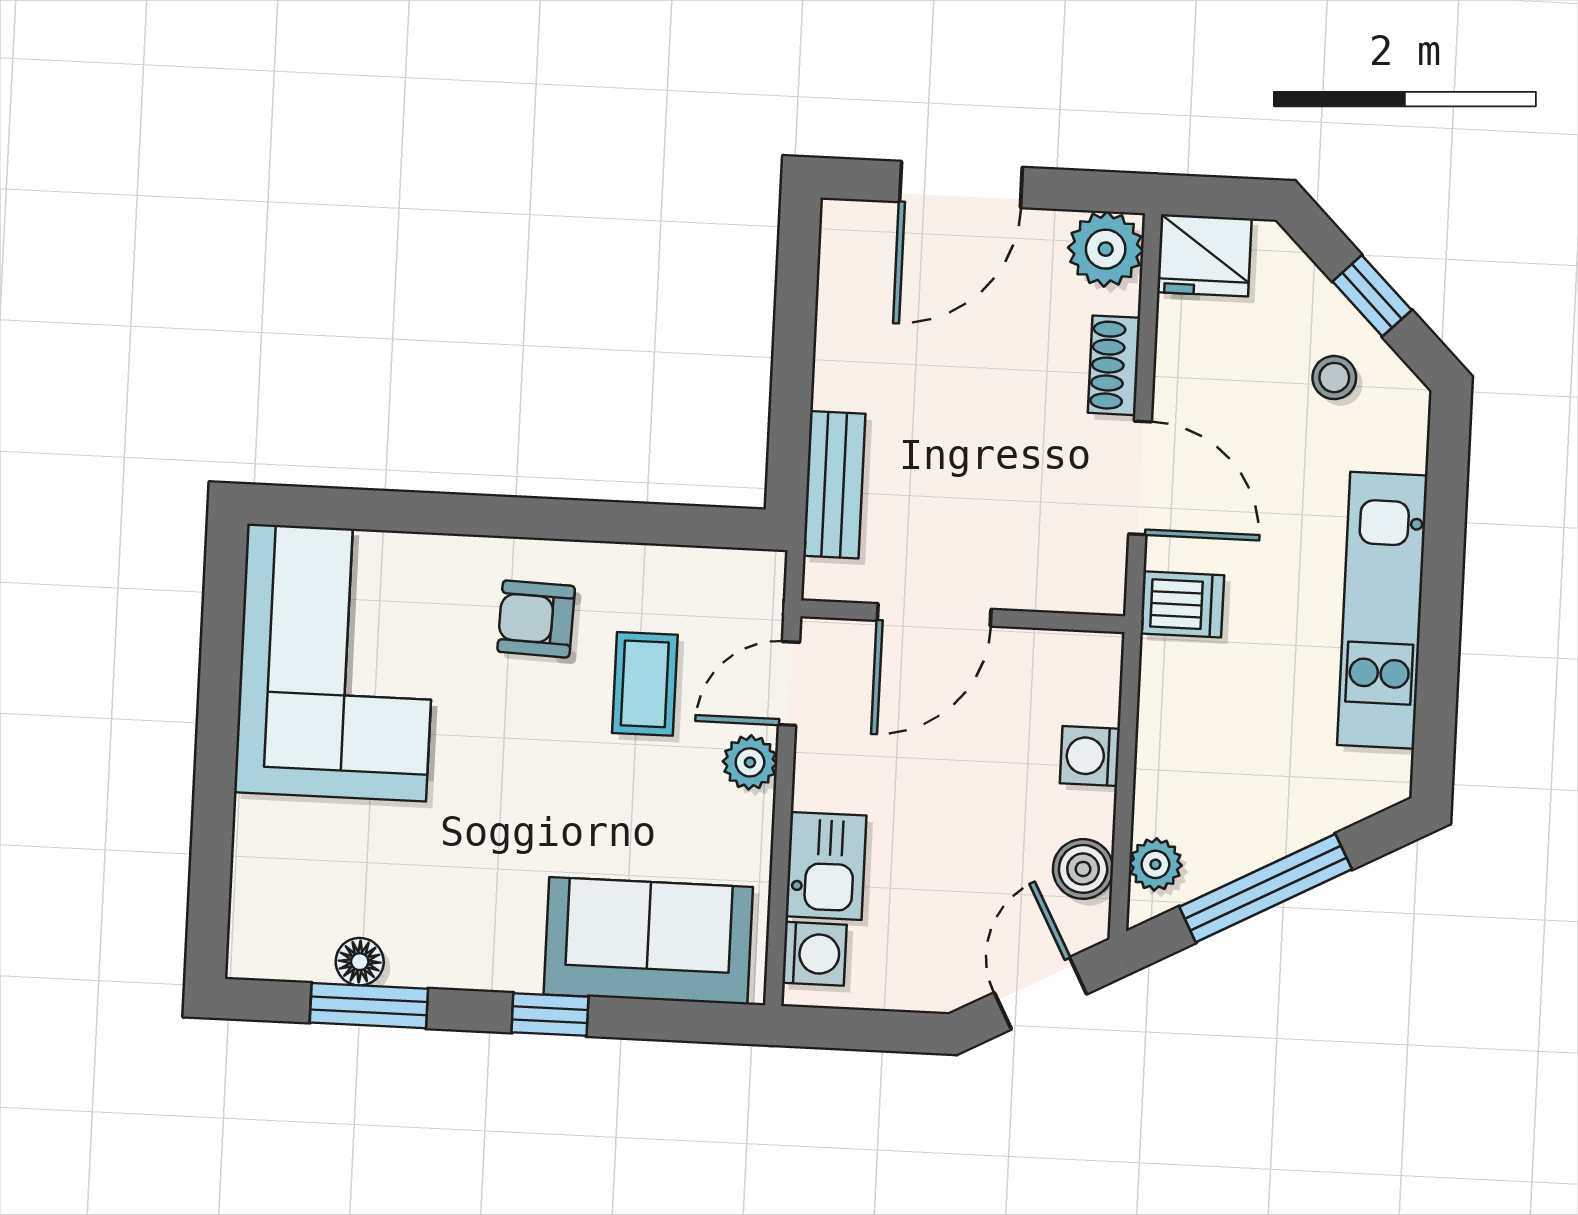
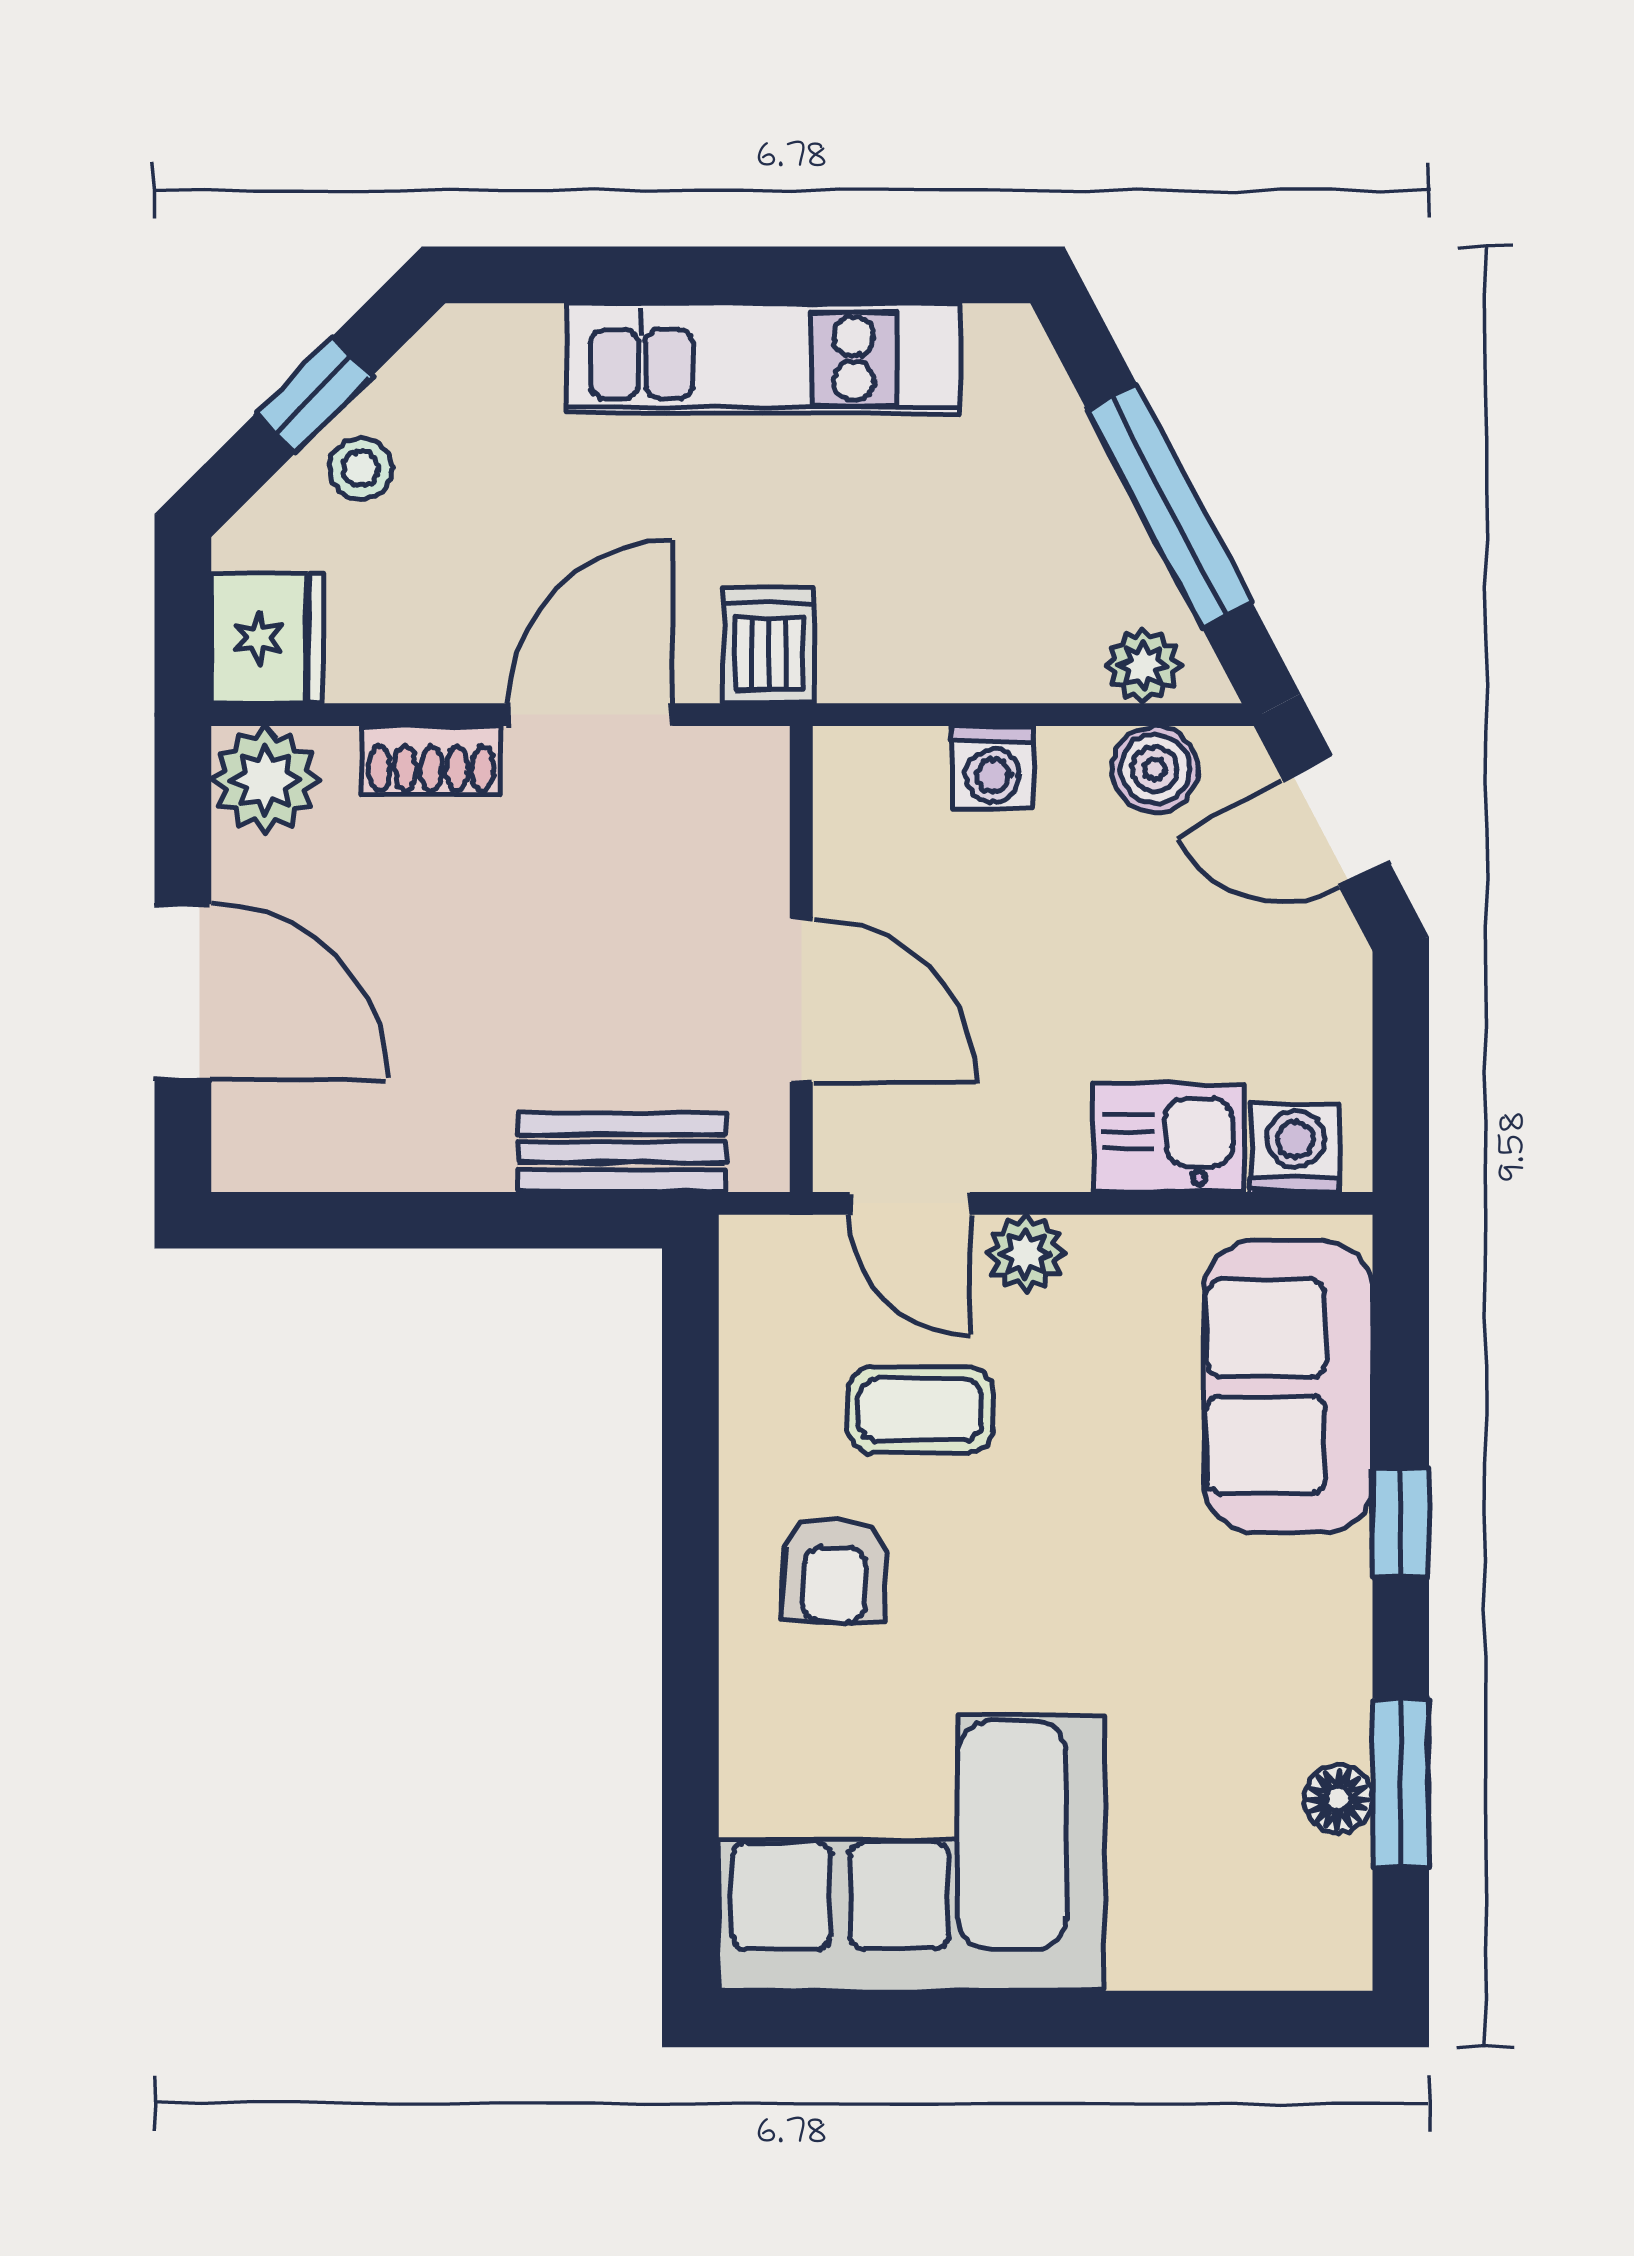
stool: (1334, 378) -> (360, 469), moved

